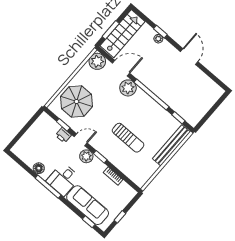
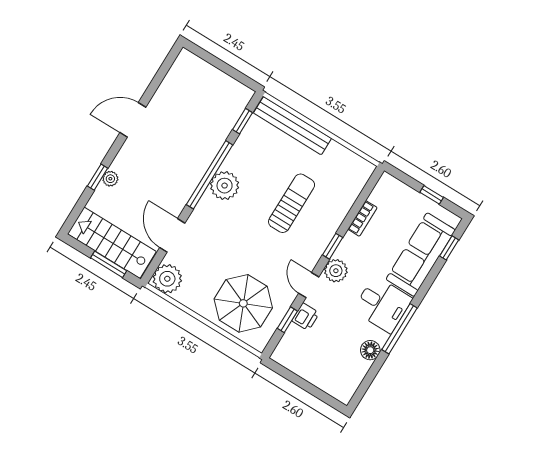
plant: (128, 88) -> (225, 186), moved

